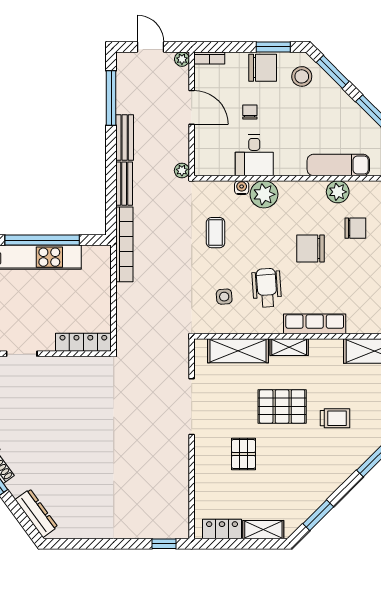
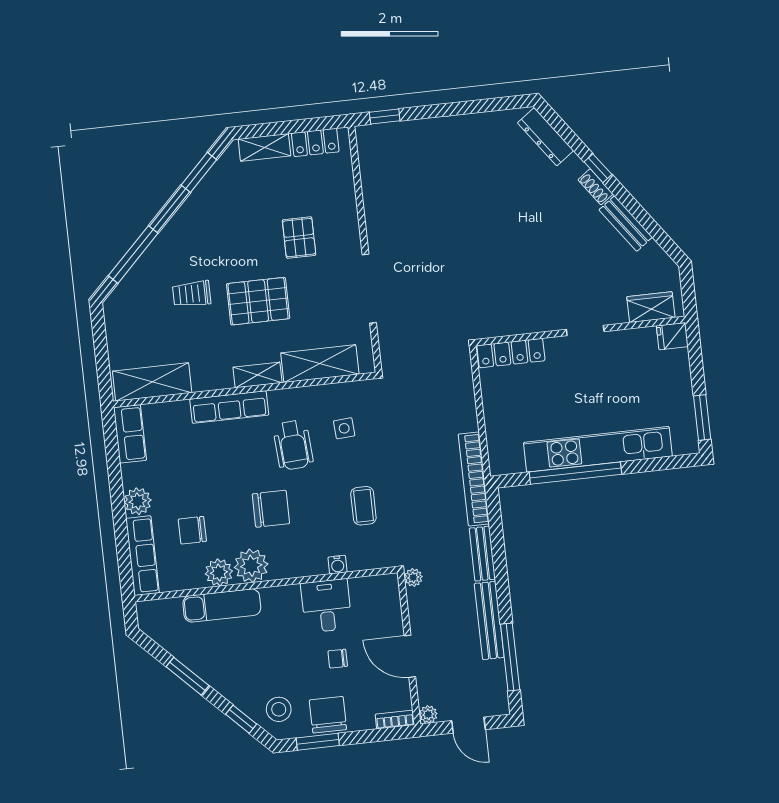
chair: (263, 68) -> (328, 715), turned 90
window: (333, 72) -> (241, 719), width x0.67
chair: (250, 112) -> (338, 659), turned 90
bench: (125, 138) -> (489, 620), width x1.36
plant: (264, 194) -> (251, 566), moved
chair: (310, 248) -> (271, 509), moved

